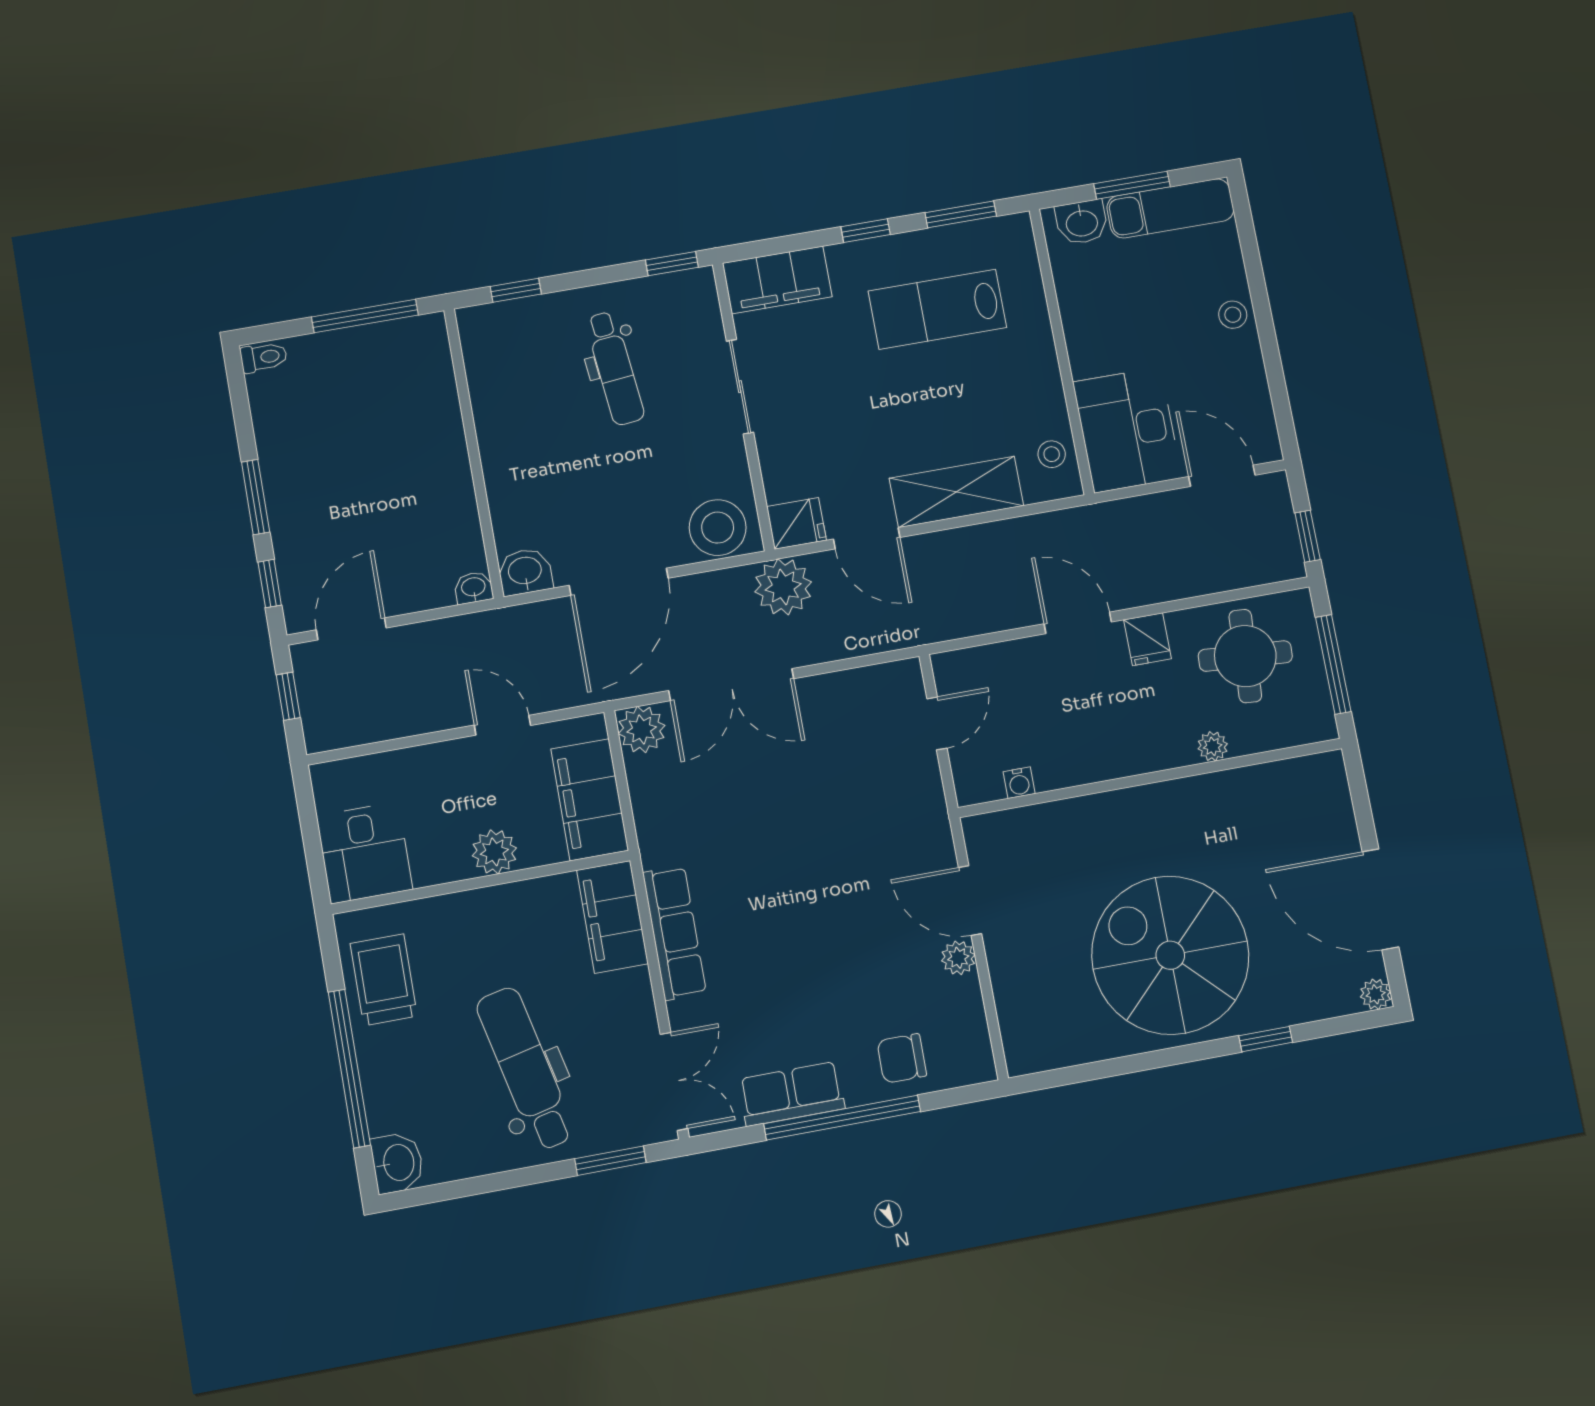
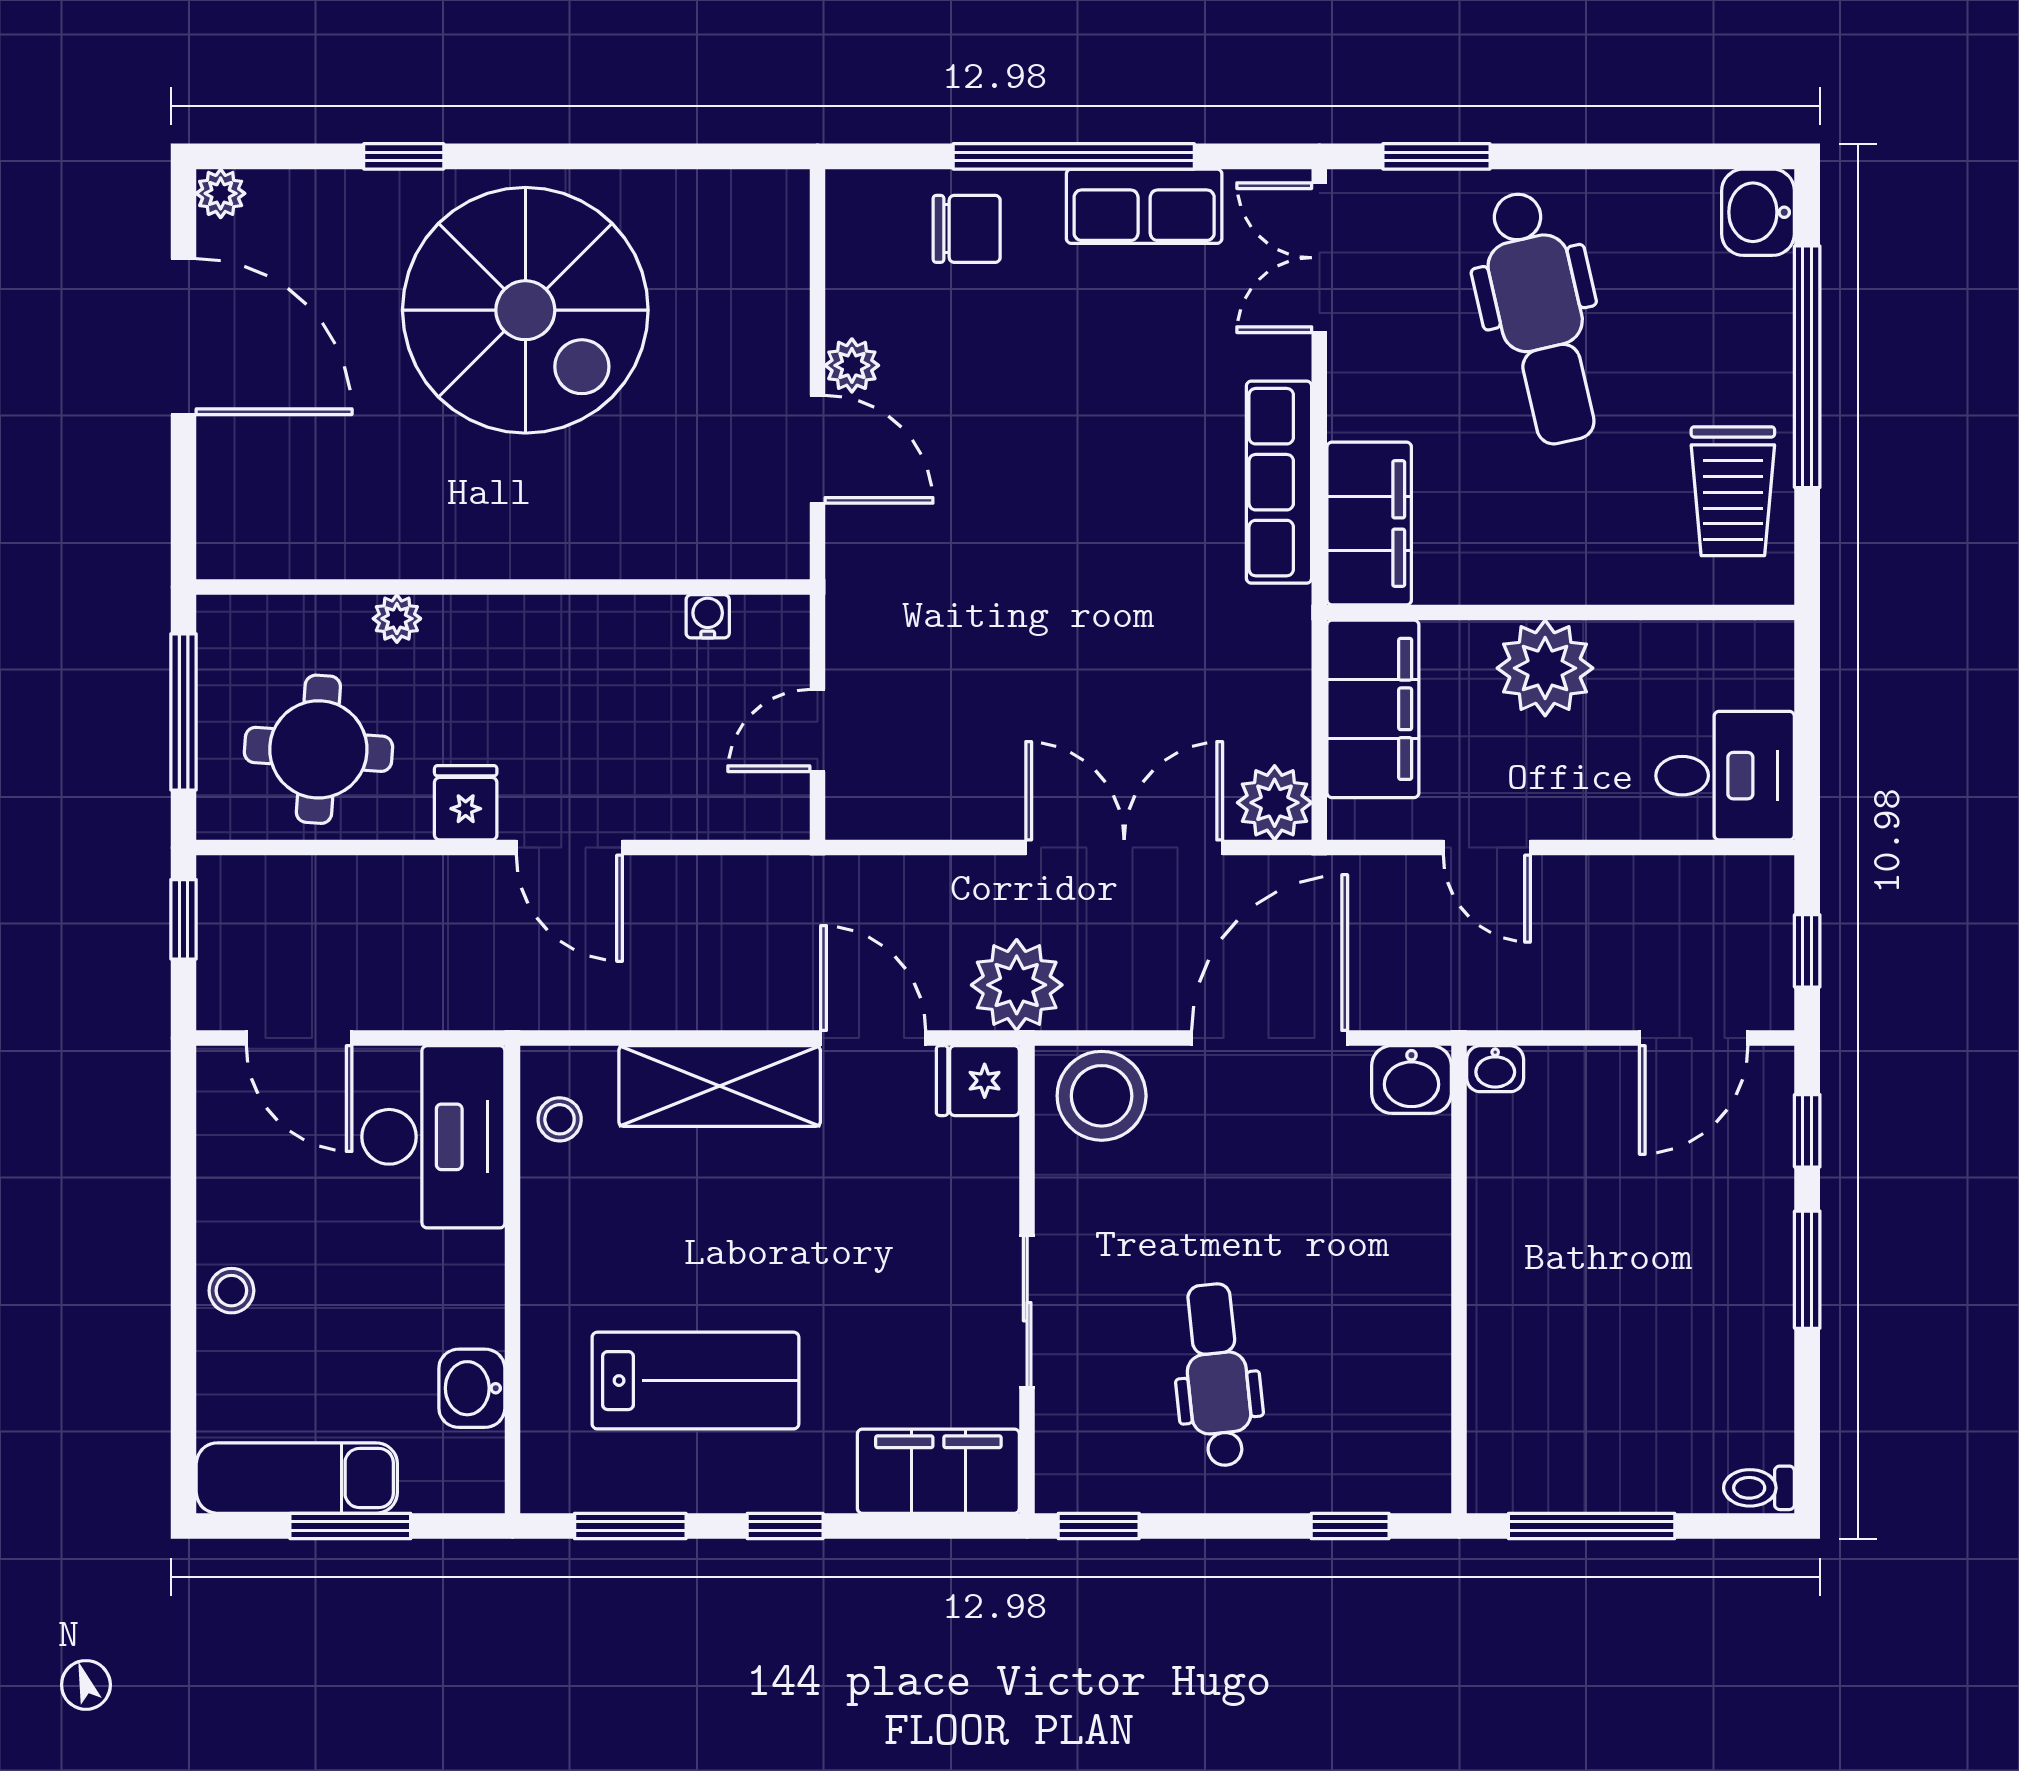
washbasin: (1082, 222) -> (472, 1388), moved, turned -90
plant: (494, 852) -> (1545, 668), width x1.36, depth x1.36
desk: (365, 853) -> (1725, 776), moved, turned 90

